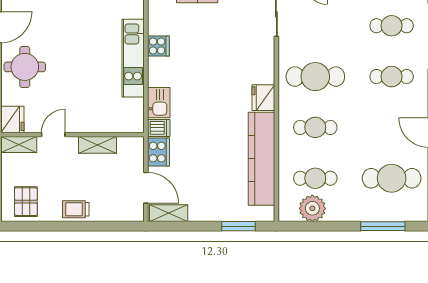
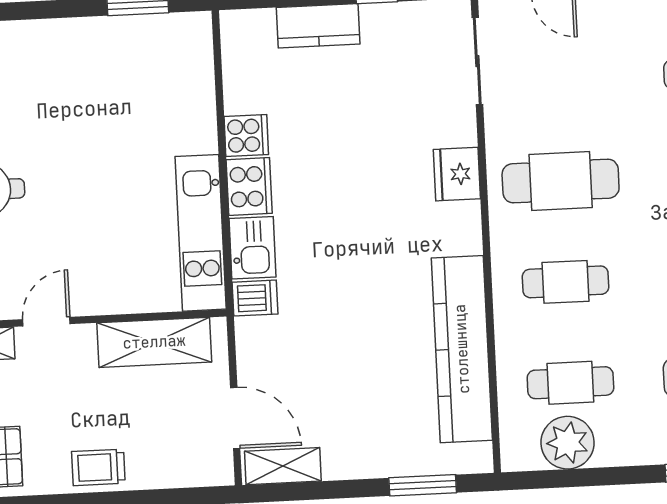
kitchen unit: (133, 58) -> (201, 233), moved
fridge: (263, 98) -> (457, 174), moved
shelving: (98, 145) -> (154, 342), width x1.50, depth x1.33
cooker: (159, 152) -> (249, 187), moved

